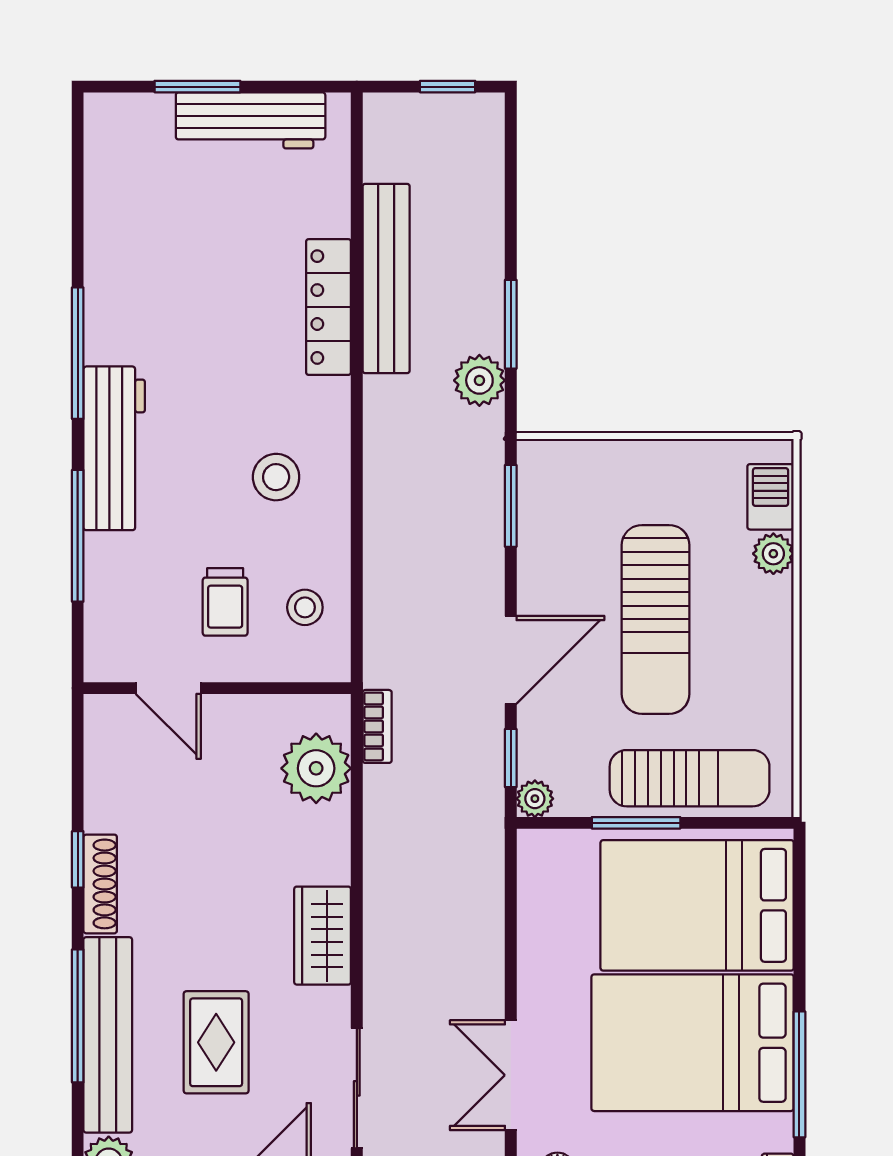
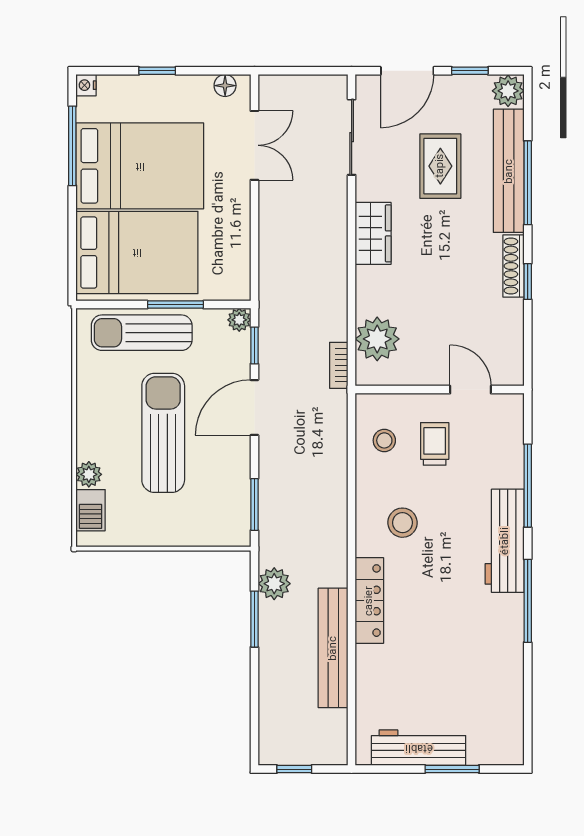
locker: (329, 307) -> (369, 601), moved

